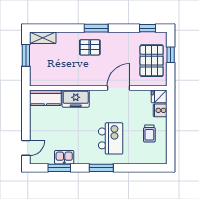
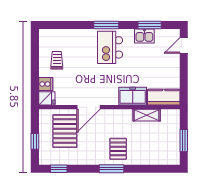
shelving: (43, 38) -> (147, 115), moved
pallet: (90, 47) -> (118, 149), turned 90
pallet: (152, 61) -> (65, 131), moved
kitchen island: (111, 138) -> (110, 47), moved

